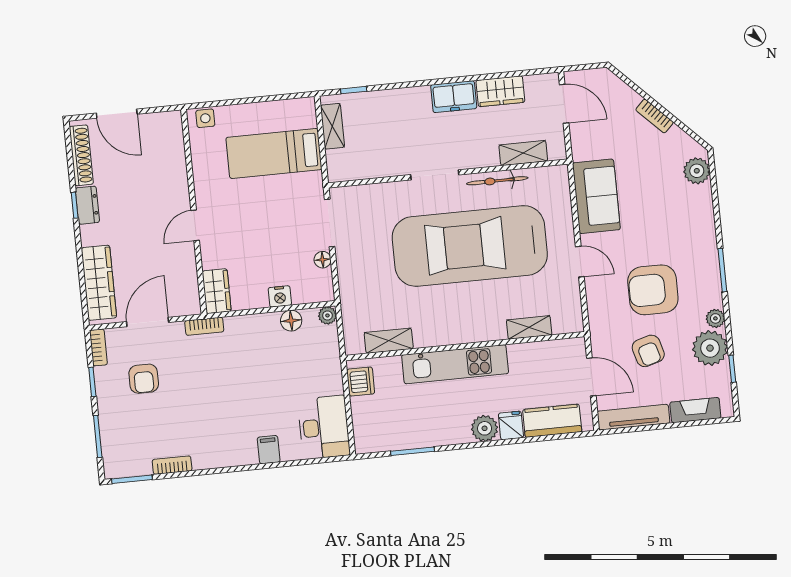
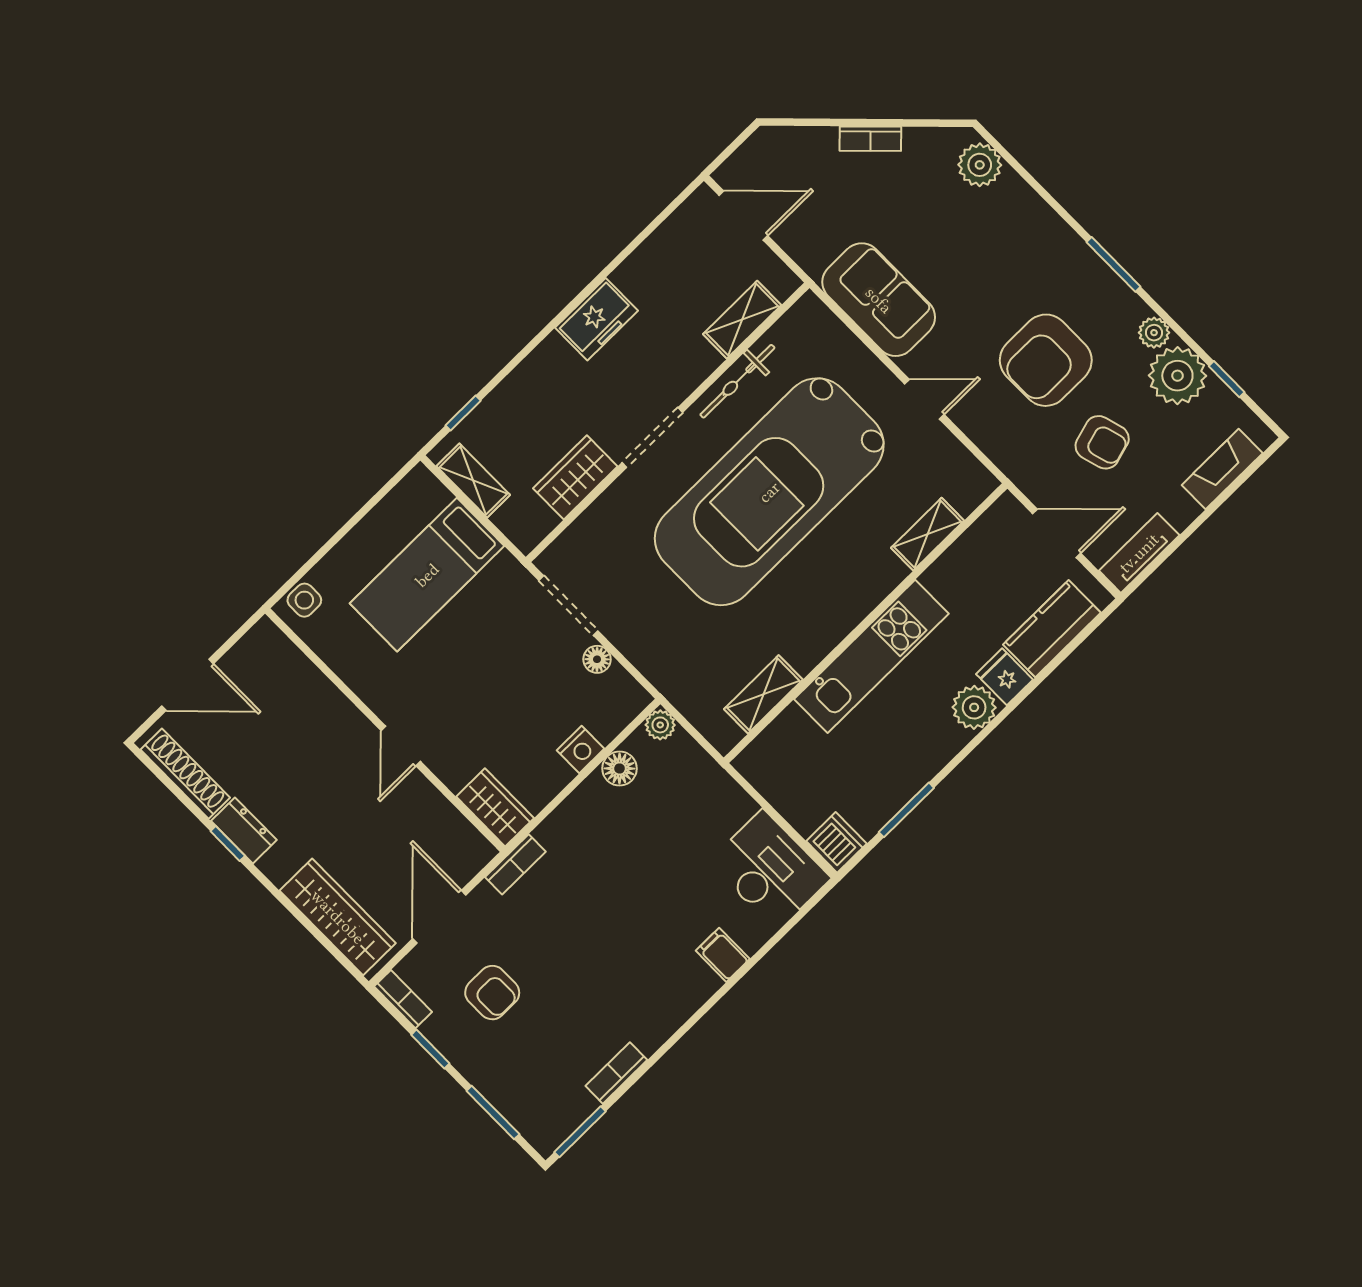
wardrobe: (500, 91) -> (575, 477), moved, turned 180
dishwasher: (361, 382) -> (836, 842), moved
tv unit: (634, 417) -> (1139, 553), width x0.71

